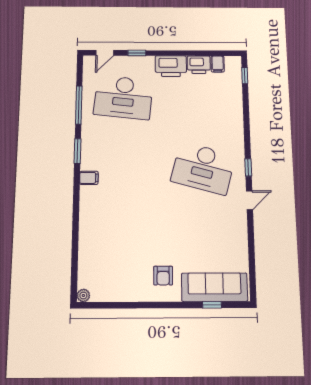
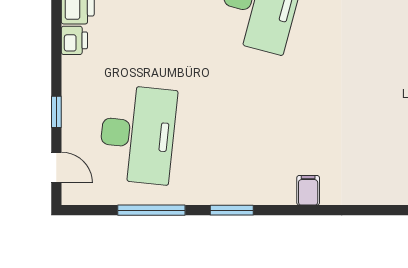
printer: (171, 66) -> (74, 40), width x0.53, depth x0.68
filing cabinet: (89, 178) -> (308, 190), moved

